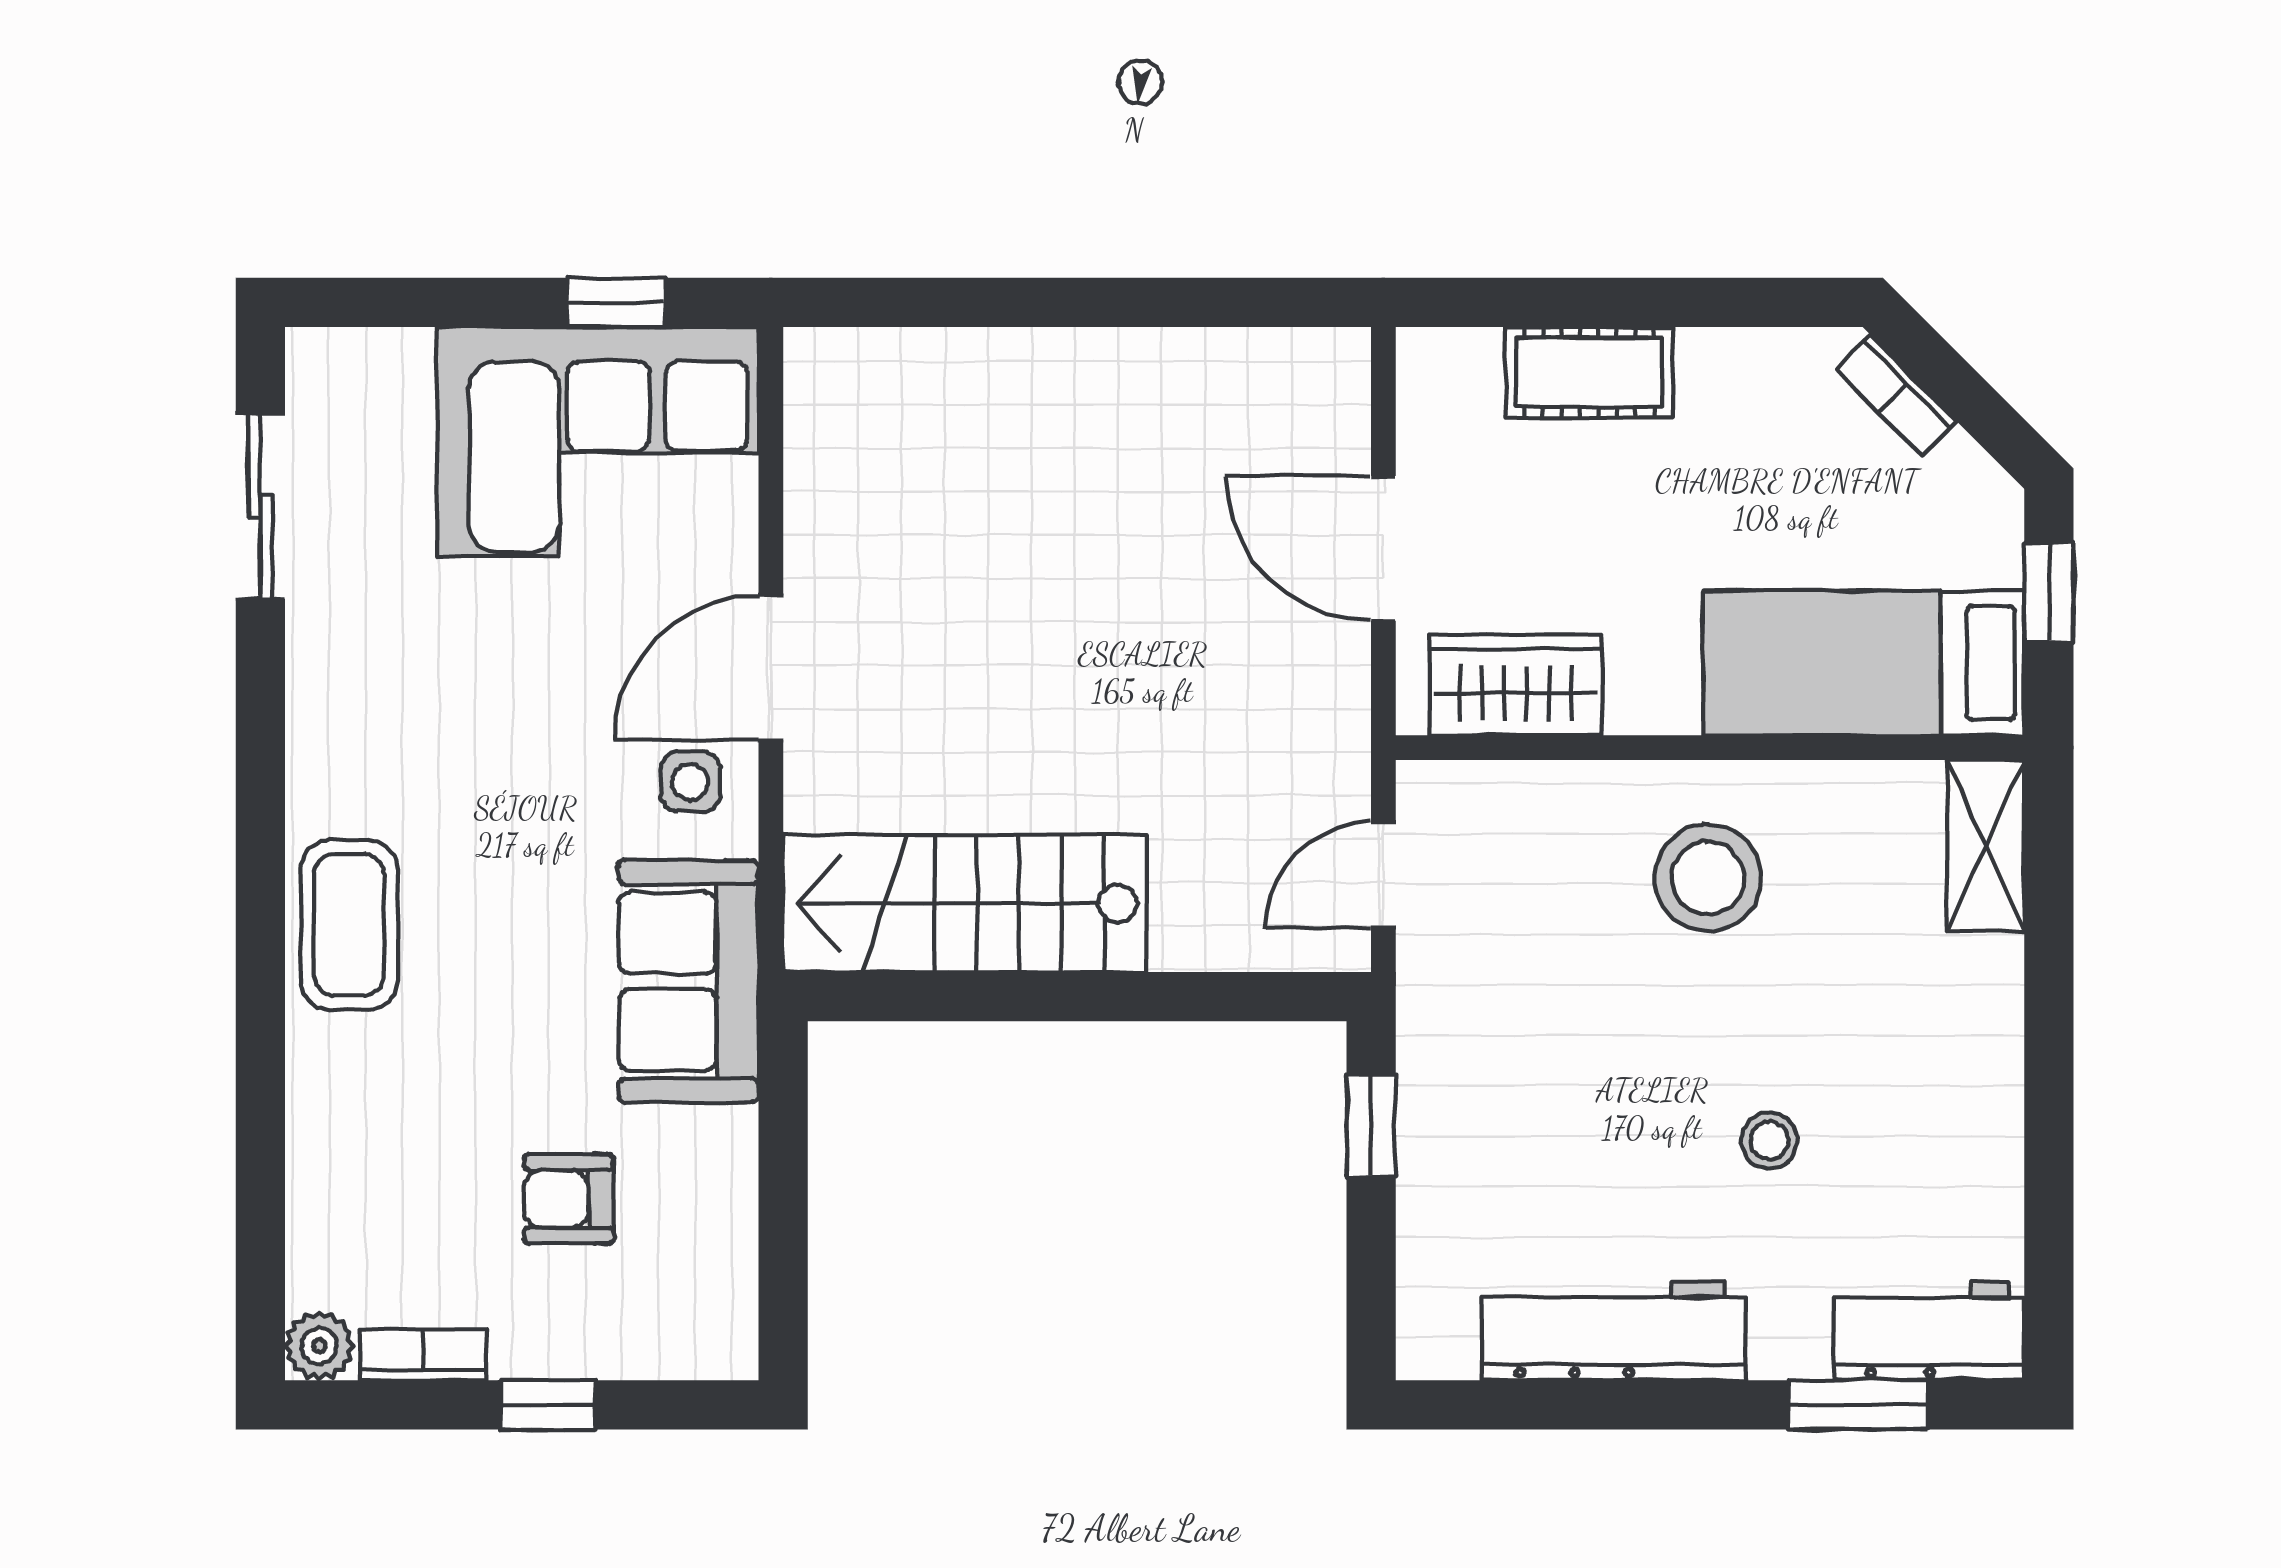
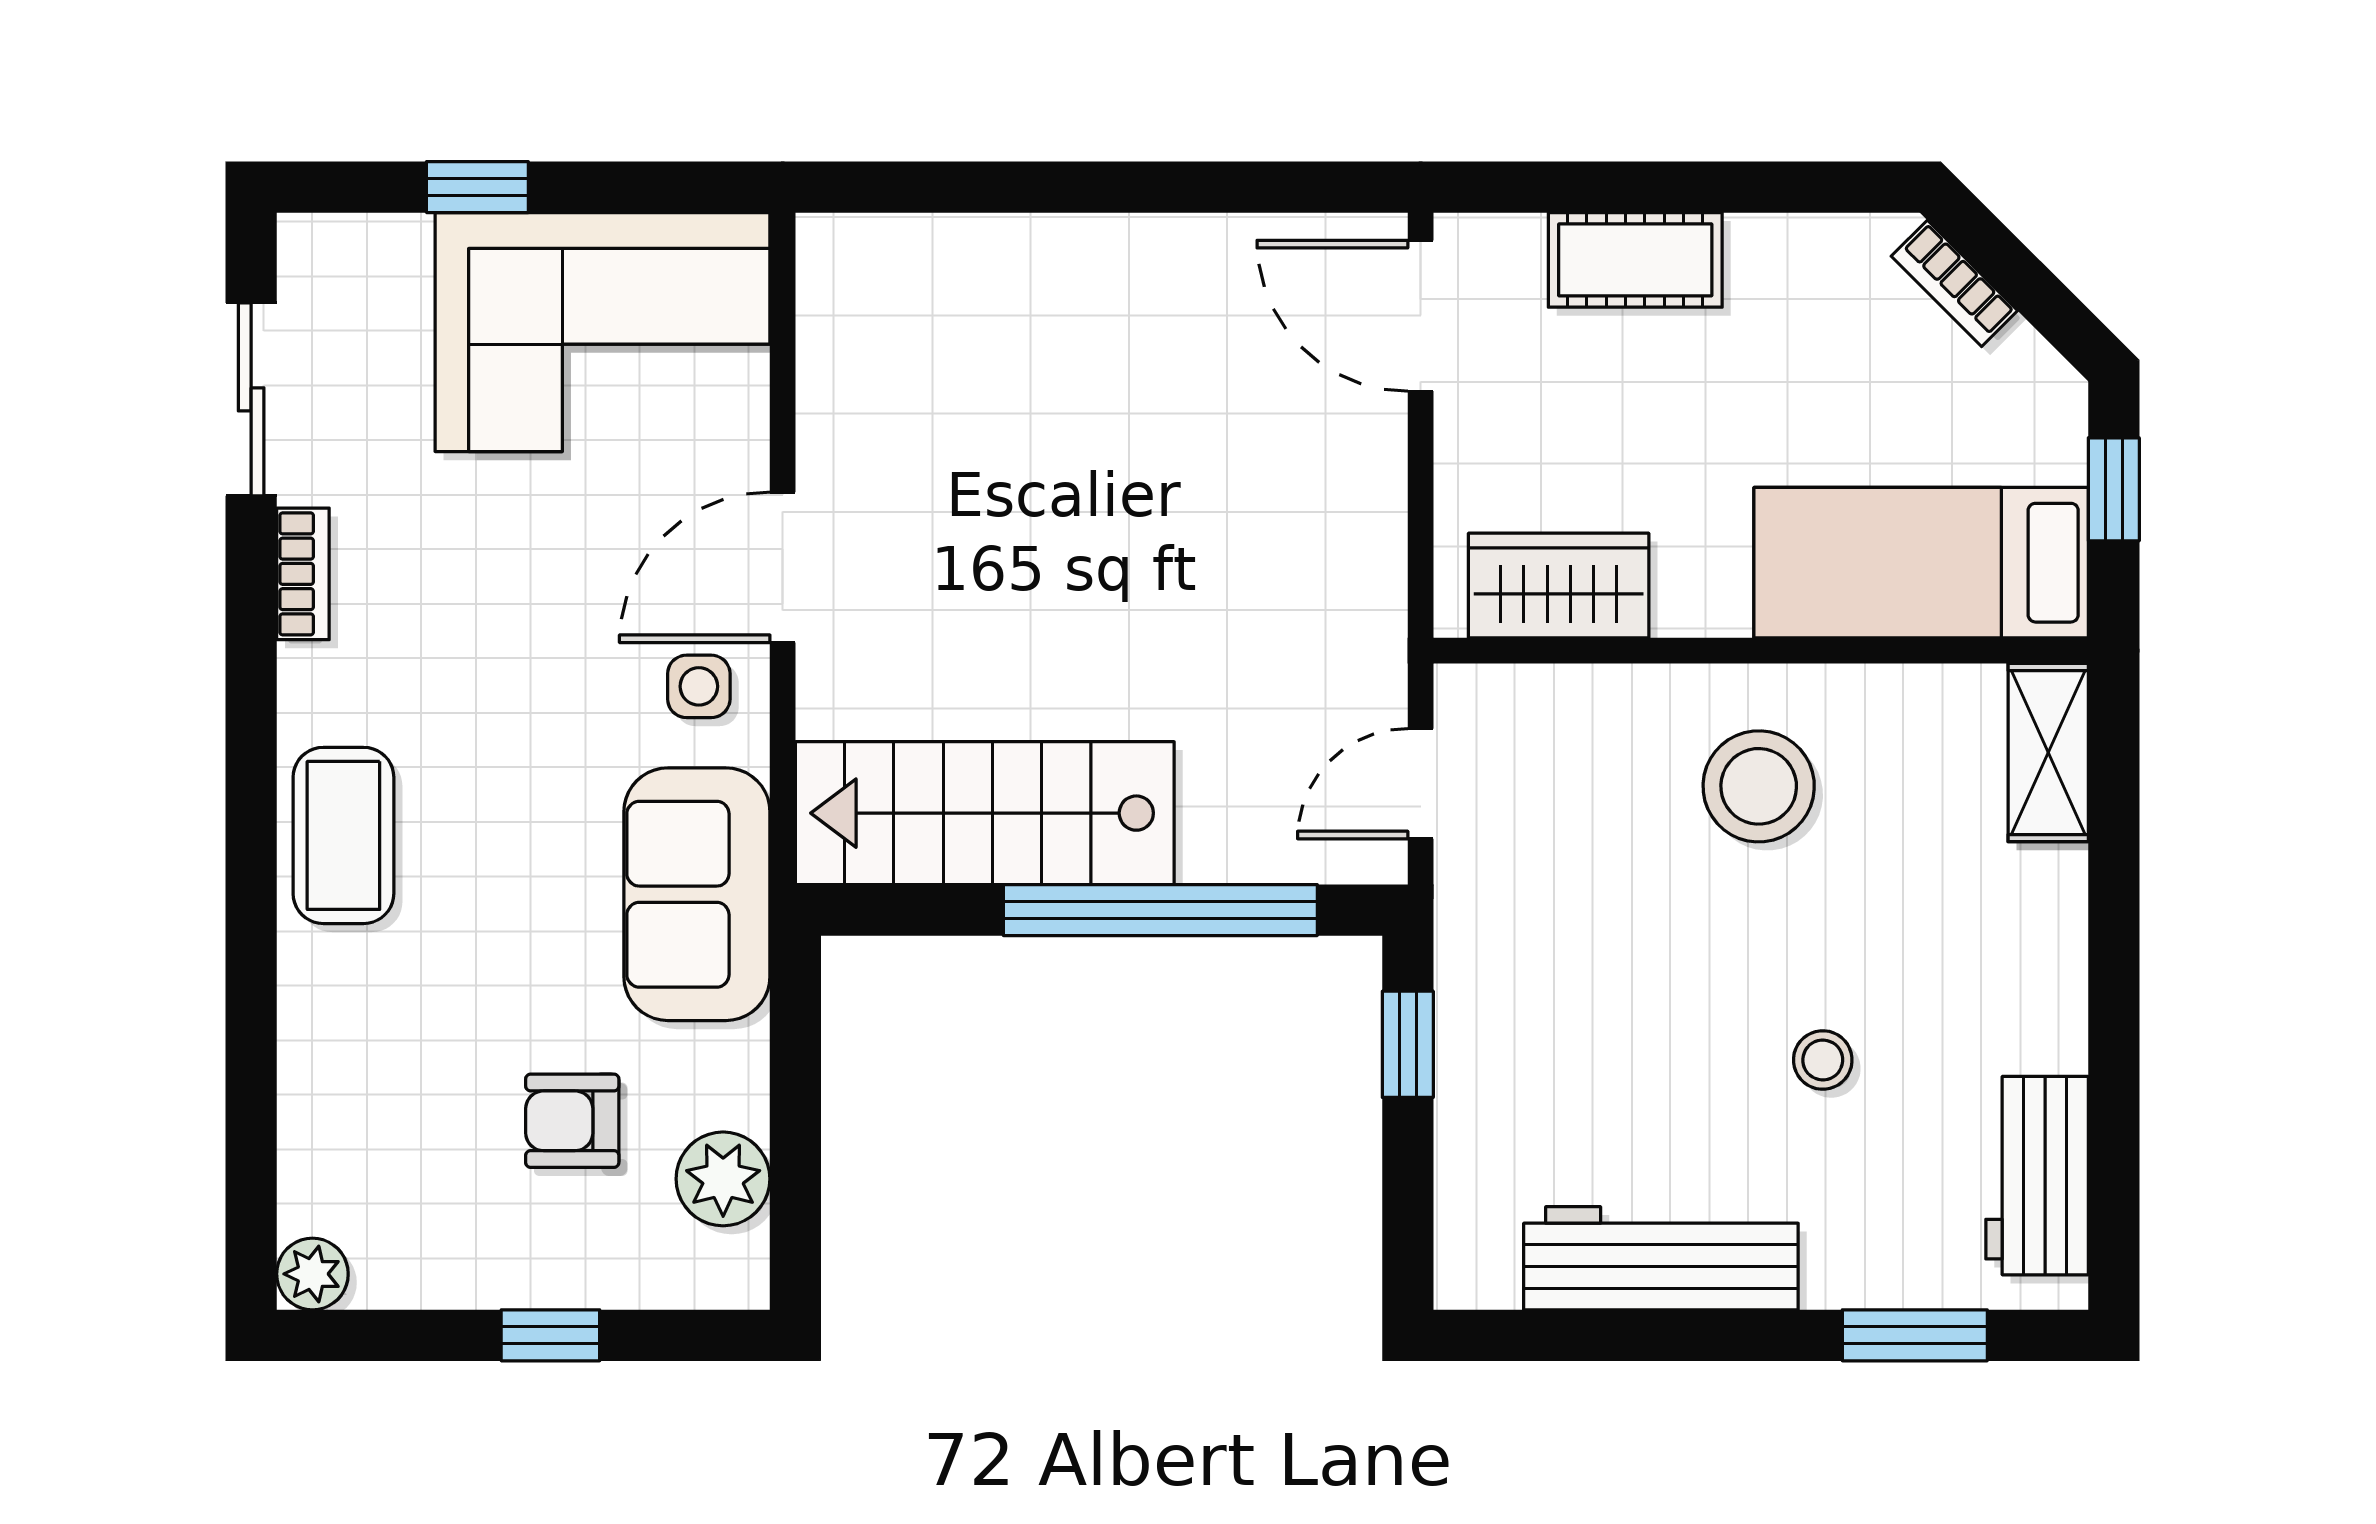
window: (616, 302) -> (477, 187), moved
door: (1383, 548) -> (1421, 316), moved
window: (1133, 997) -> (1160, 910), added
plant: (714, 1255) -> (723, 1179), added
workbench: (1929, 1331) -> (2037, 1176), moved, turned -90
bookcase: (423, 1355) -> (303, 574), moved, turned 90

